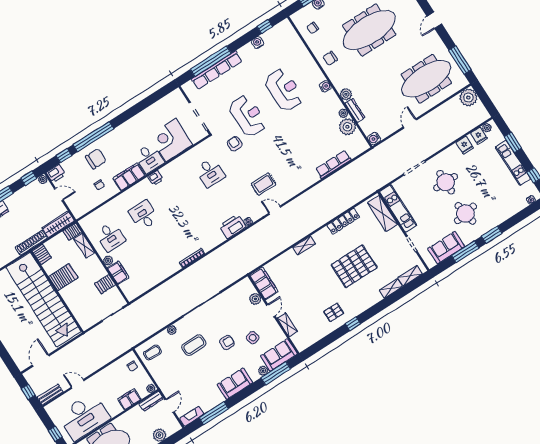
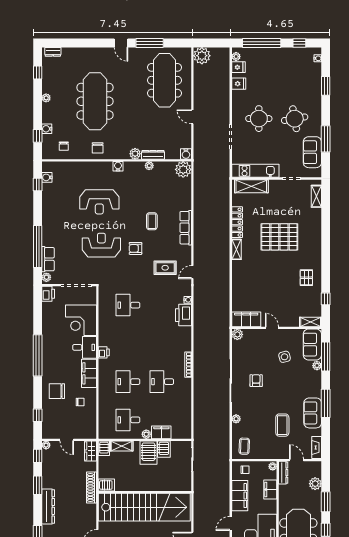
water cooler: (258, 43) -> (47, 177), moved
window: (460, 60) -> (150, 43), moved
row of seats: (217, 70) -> (48, 259), width x0.50
plant: (189, 86) -> (46, 277), added
reception desk: (284, 90) -> (99, 202), turned 180
plant: (347, 127) -> (183, 169), moved
window: (93, 137) -> (38, 355), moved
window: (513, 142) -> (262, 43), width x2.11
armchair: (235, 144) -> (135, 248), moved
coffee table: (297, 146) -> (152, 221), added
chair: (96, 159) -> (57, 391), turned -90
kitchen unit: (513, 163) -> (278, 54), removed
row of seats: (333, 164) -> (186, 228), moved
desk: (210, 173) -> (128, 305), turned 180
printer: (56, 174) -> (48, 294), moved
rug: (263, 184) -> (165, 268), turned 90
door: (59, 195) -> (67, 440), swing flipped
wardrobe: (58, 224) -> (90, 451), width x0.67
window: (492, 235) -> (326, 86), moved
desk: (110, 237) -> (128, 420), turned 180
desk: (163, 245) -> (162, 382), added
shelving: (304, 245) -> (236, 249), moved
pallet: (354, 266) -> (279, 237), turned 90
server rack: (63, 277) -> (148, 453), moved, turned 180
shelving: (391, 288) -> (317, 219), removed
plant: (255, 299) -> (237, 334), moved
window: (353, 324) -> (326, 299), moved
shelving: (287, 325) -> (311, 322), moved
armchair: (227, 342) -> (256, 381), moved
coffee table: (194, 345) -> (282, 425), moved
filing cabinet: (107, 376) -> (240, 496), added
sofa: (235, 384) -> (313, 413), moved
window: (214, 413) -> (326, 403), moved

